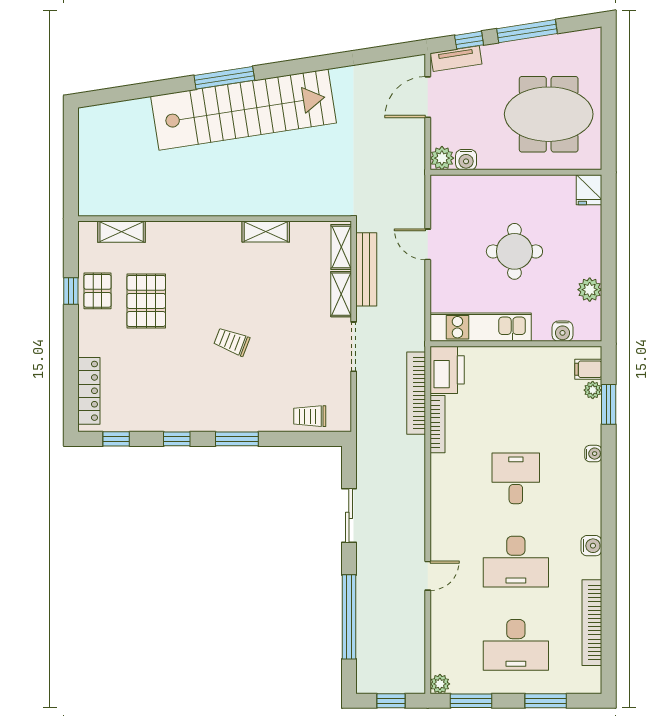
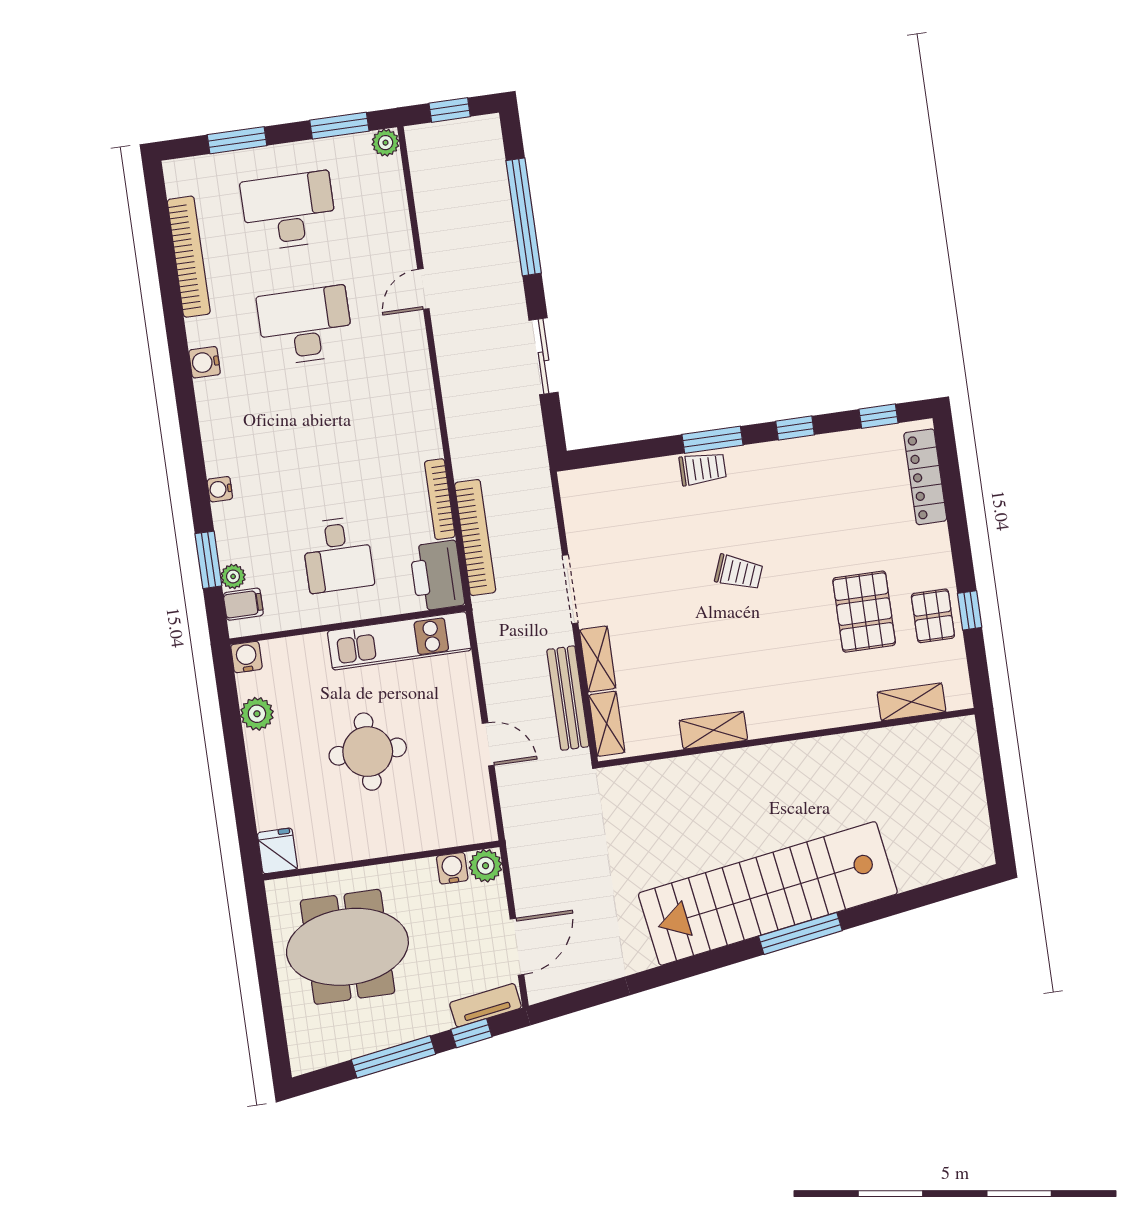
water cooler: (562, 331) -> (246, 657), moved
trolley: (310, 416) -> (703, 469), moved
desk: (516, 478) -> (338, 555), moved

